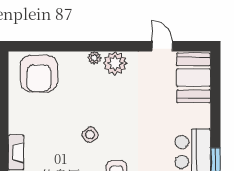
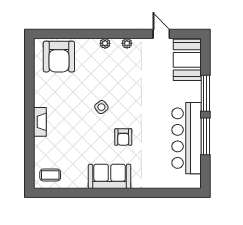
plant: (115, 63) -> (127, 43), width x0.53, depth x0.53
window: (215, 118) -> (205, 93), added

